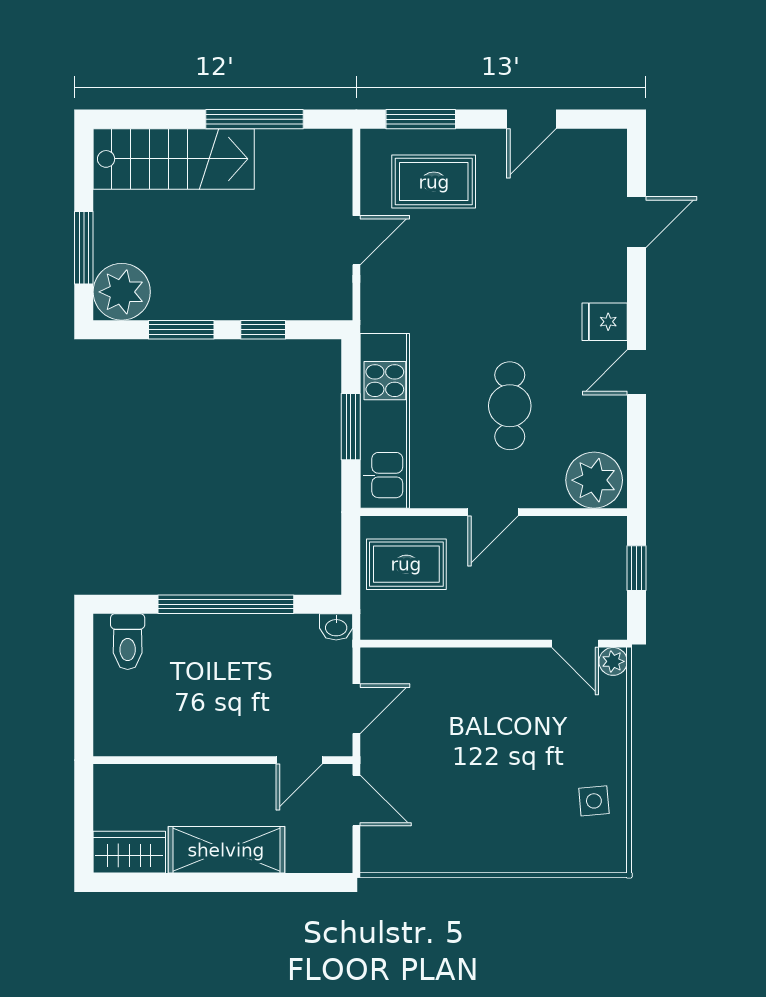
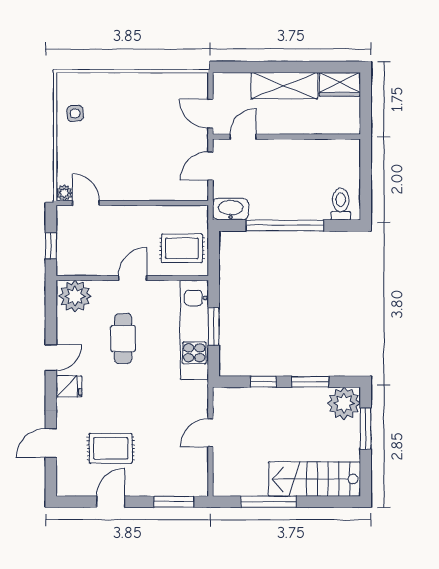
rug: (434, 182) -> (111, 448), moved
washbasin: (336, 627) -> (231, 209), width x1.91, depth x1.45

